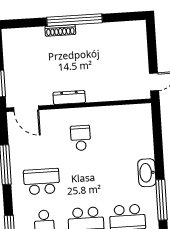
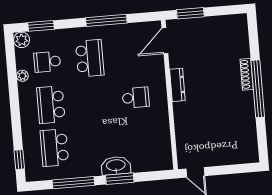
window: (159, 155) -> (120, 179), added
washbasin: (147, 173) -> (116, 166), moved

